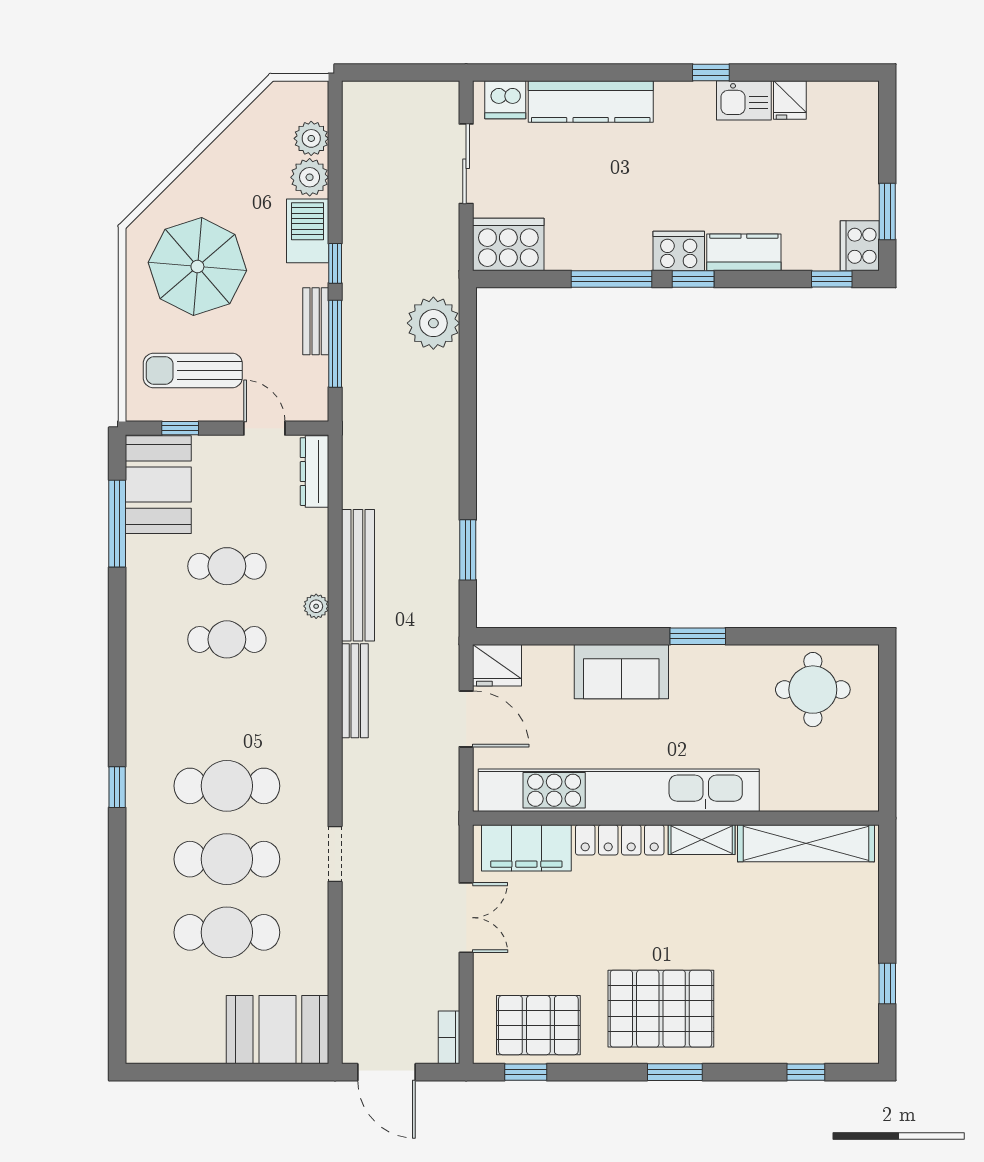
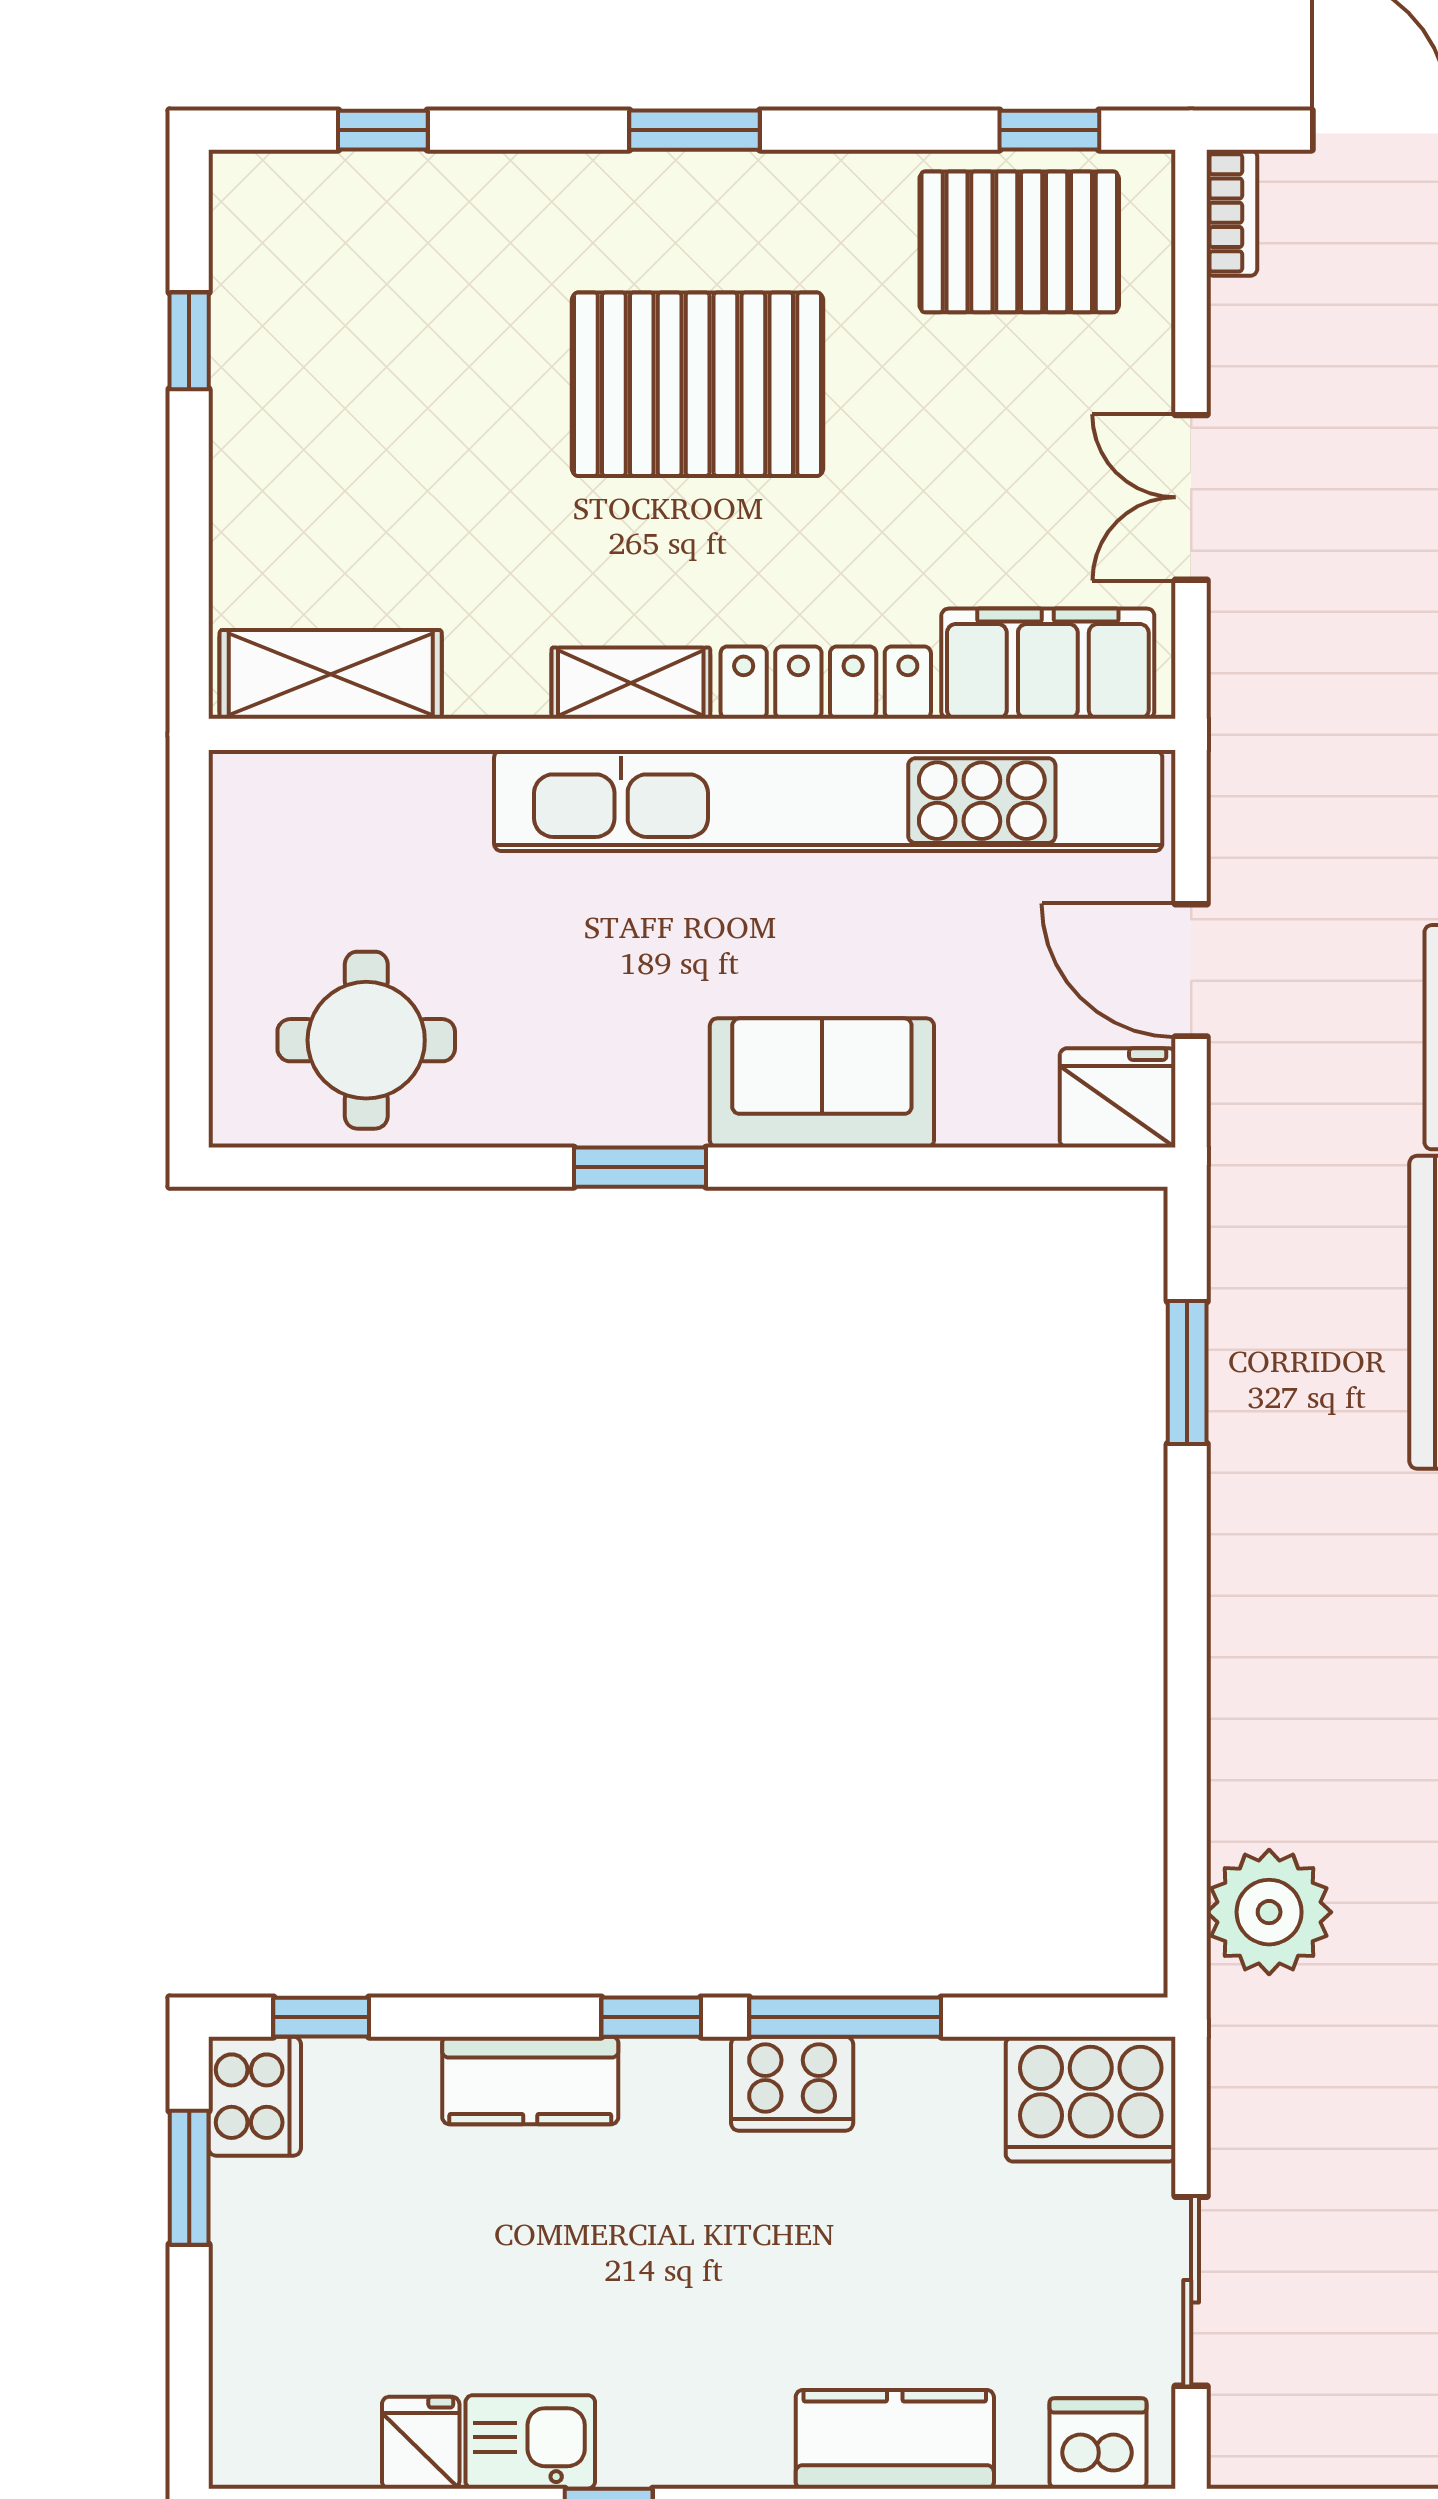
kitchen counter: (591, 102) -> (895, 2439), width x0.67
cooker: (679, 251) -> (792, 2084), moved
shelving: (806, 843) -> (331, 674), width x0.68
pallet: (661, 1009) -> (698, 384), moved

